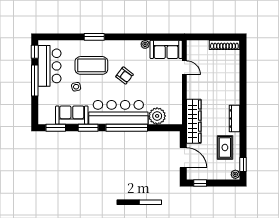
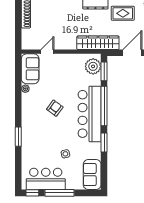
coffee table: (91, 65) -> (45, 139), removed
sofa: (72, 115) -> (92, 175), moved
plant: (157, 116) -> (93, 66), moved
window: (56, 128) -> (104, 71), moved

